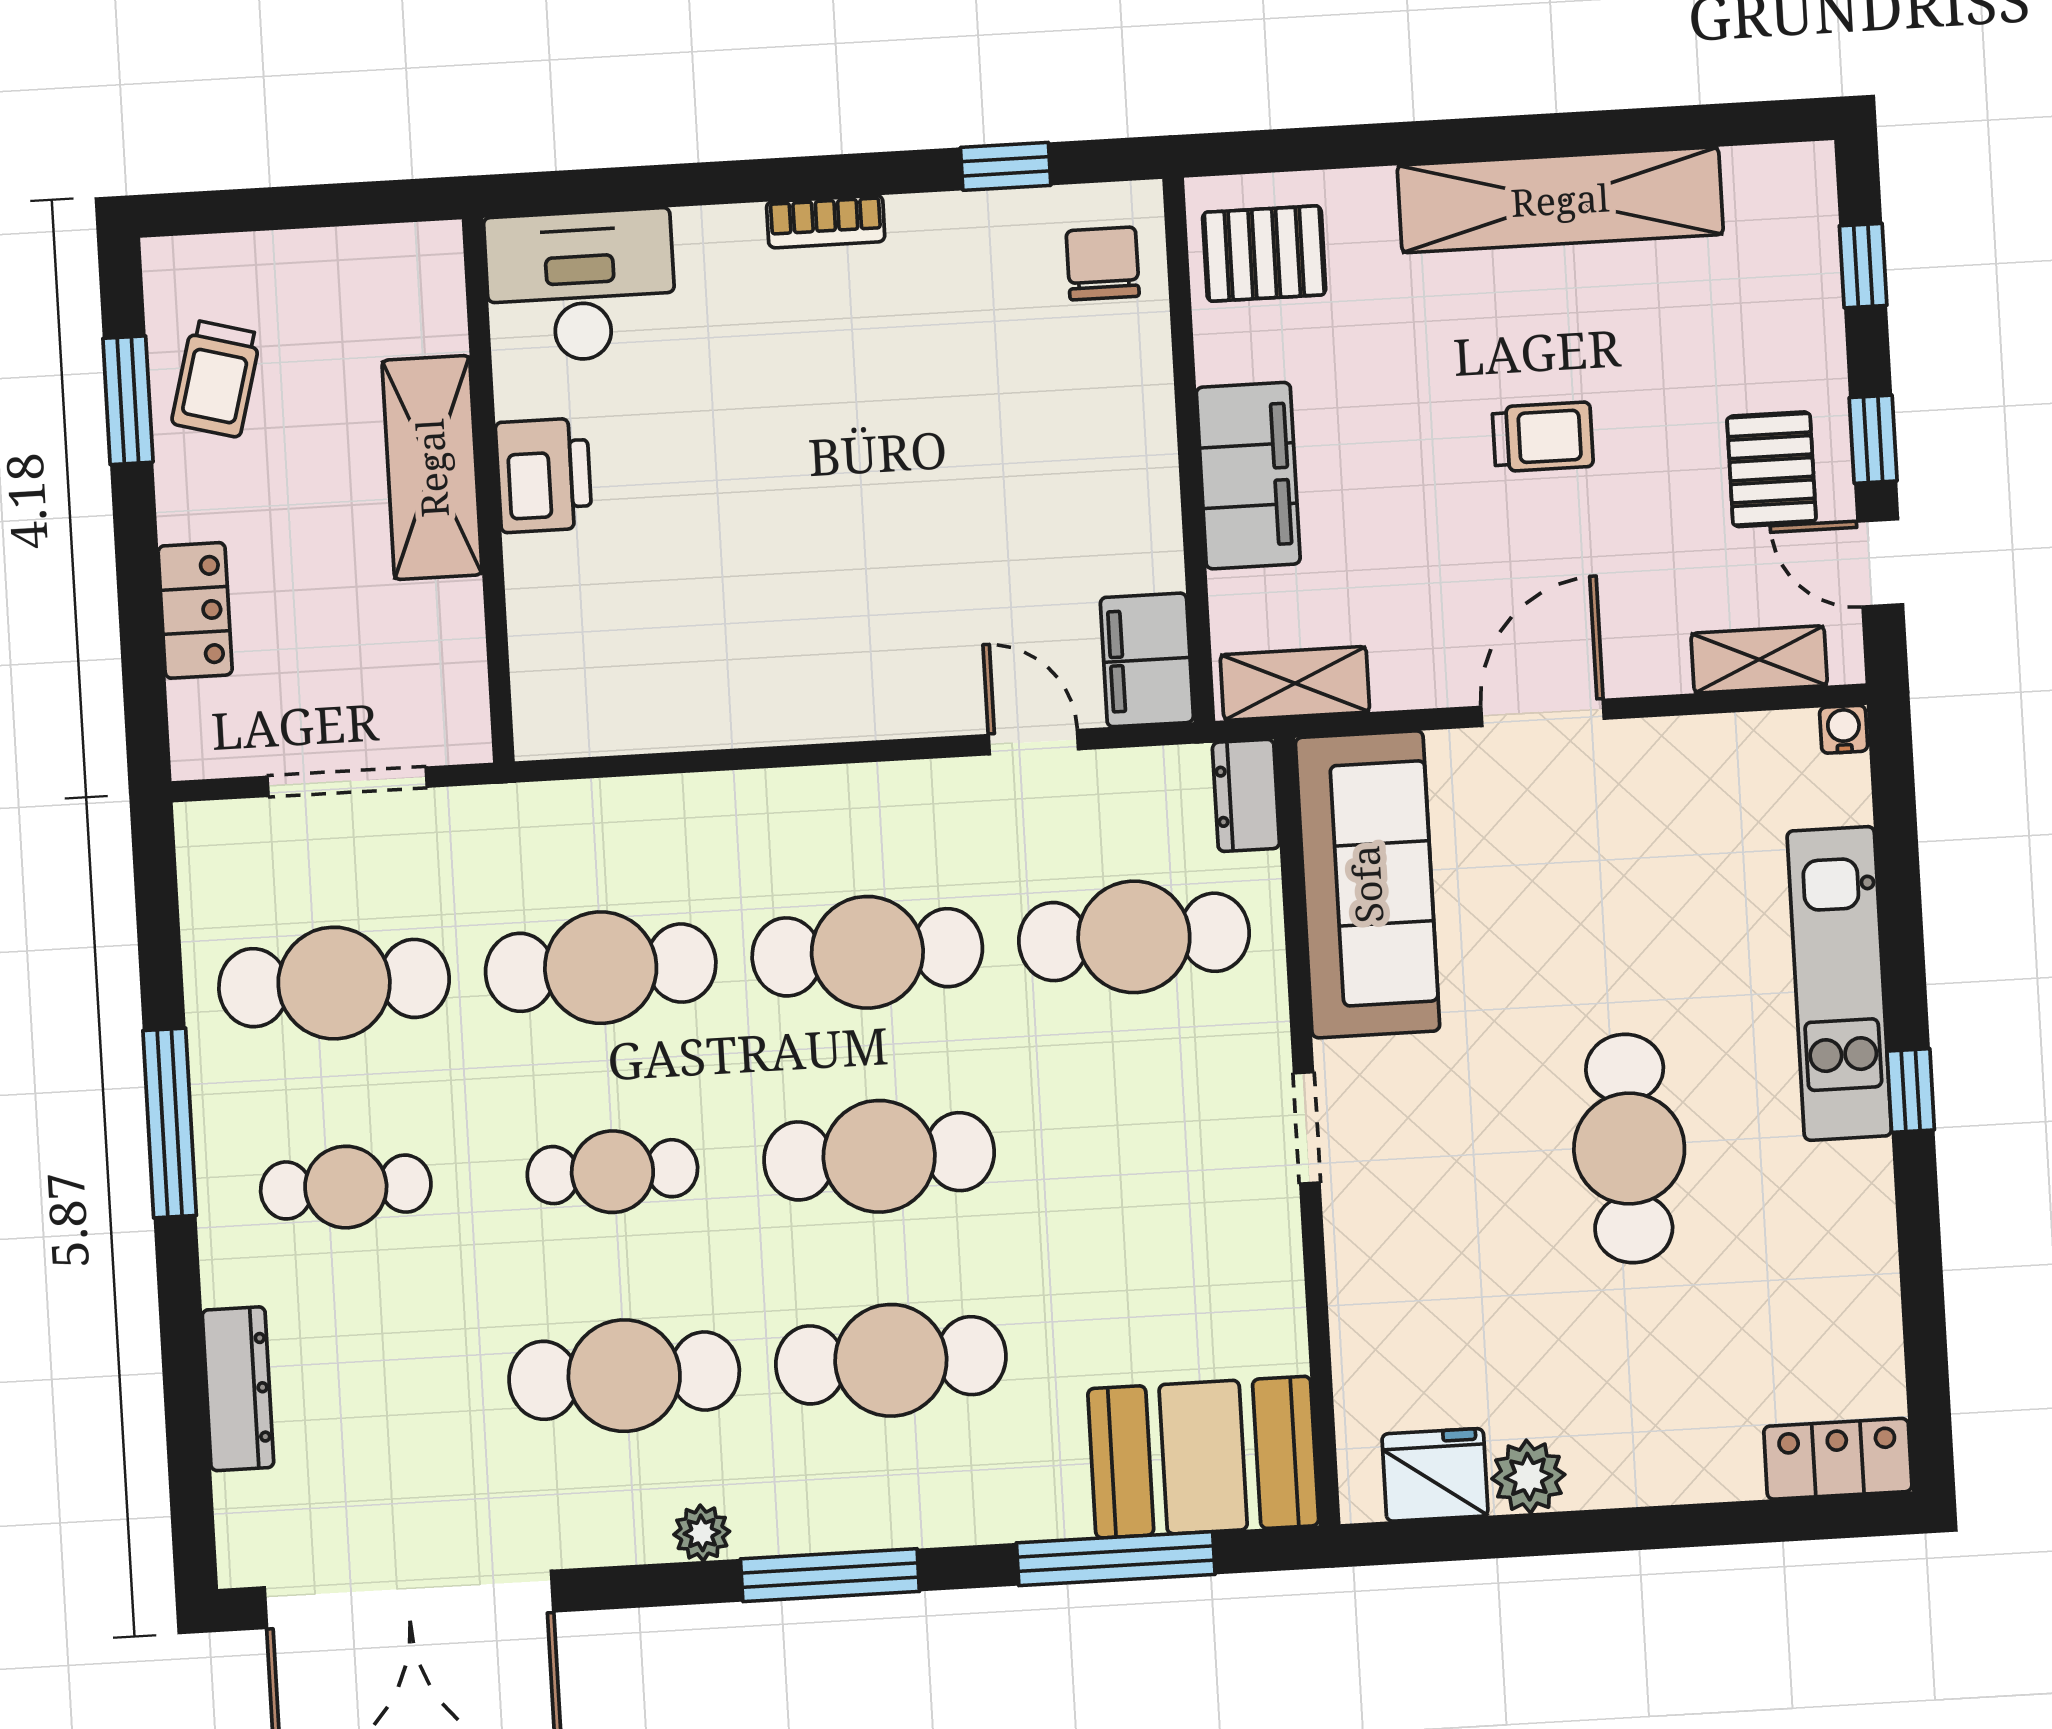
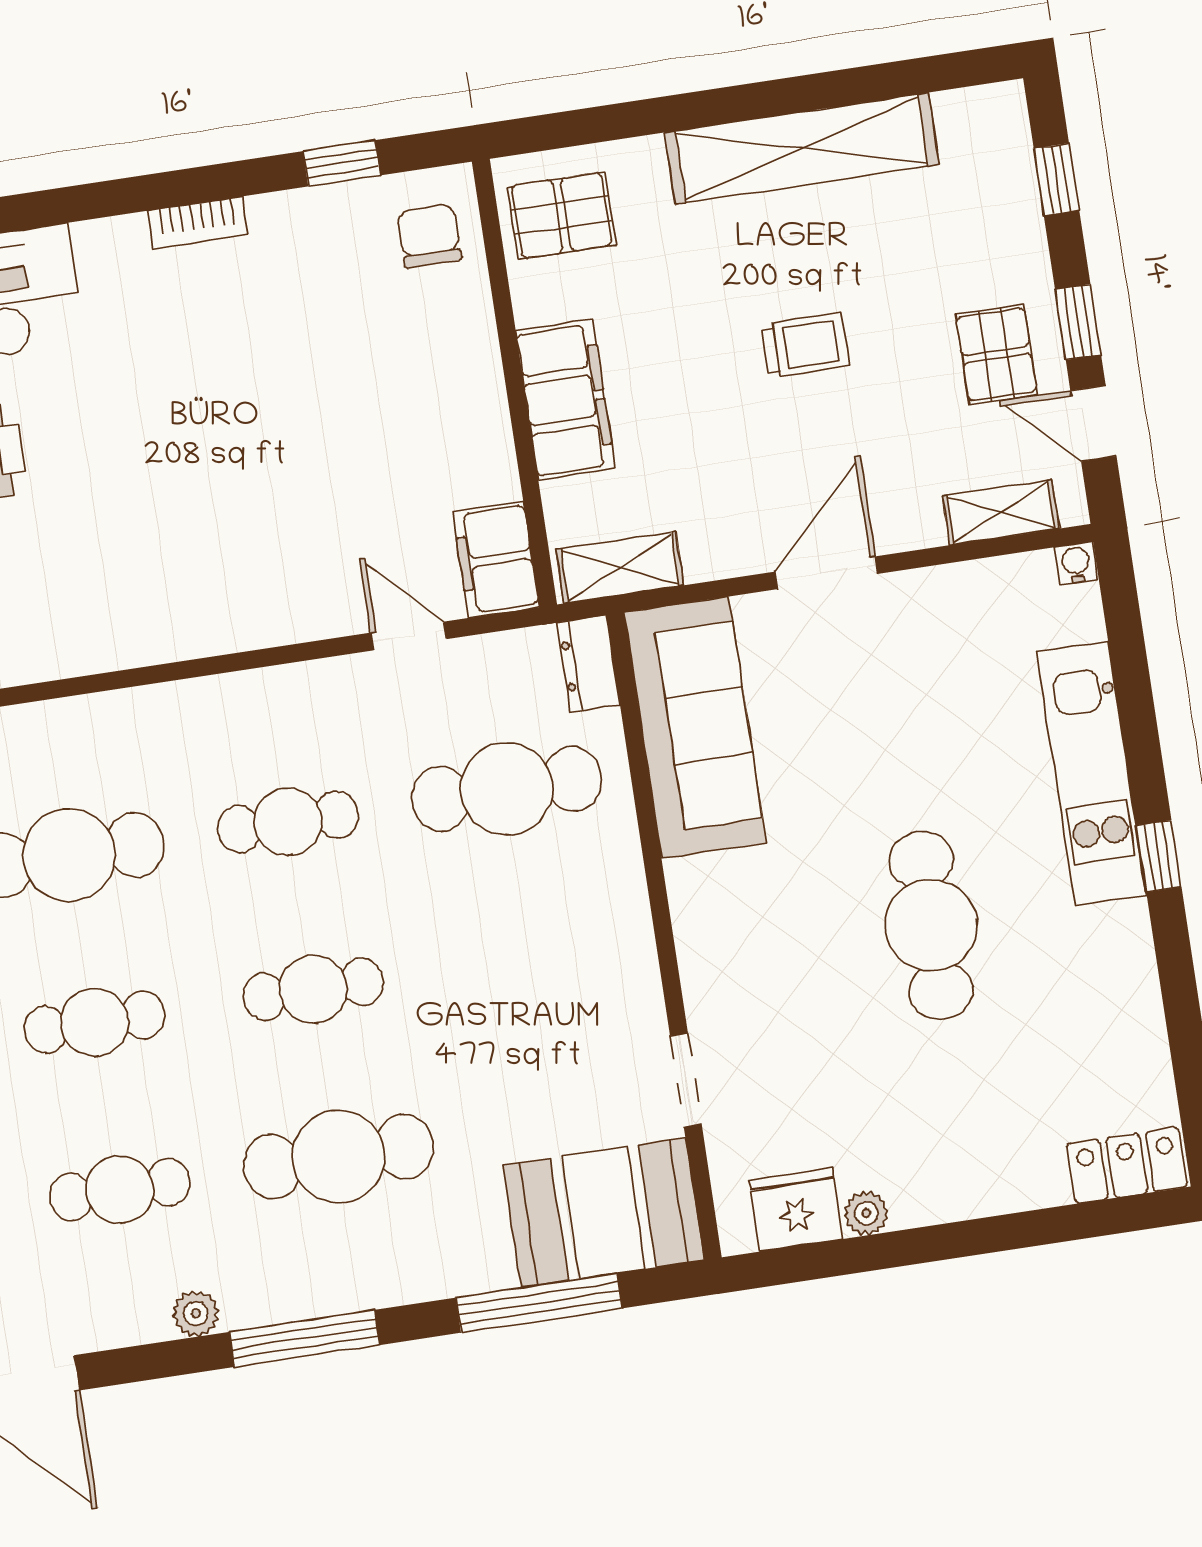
cafe table: (867, 952) -> (288, 822), width x0.73, depth x0.74
doorway: (1307, 1128) -> (686, 1080), moved
cafe table: (879, 1156) -> (313, 989), width x0.73, depth x0.74
cafe table: (624, 1376) -> (120, 1190), width x0.73, depth x0.74
plant: (1528, 1477) -> (866, 1213), width x0.73, depth x0.73

